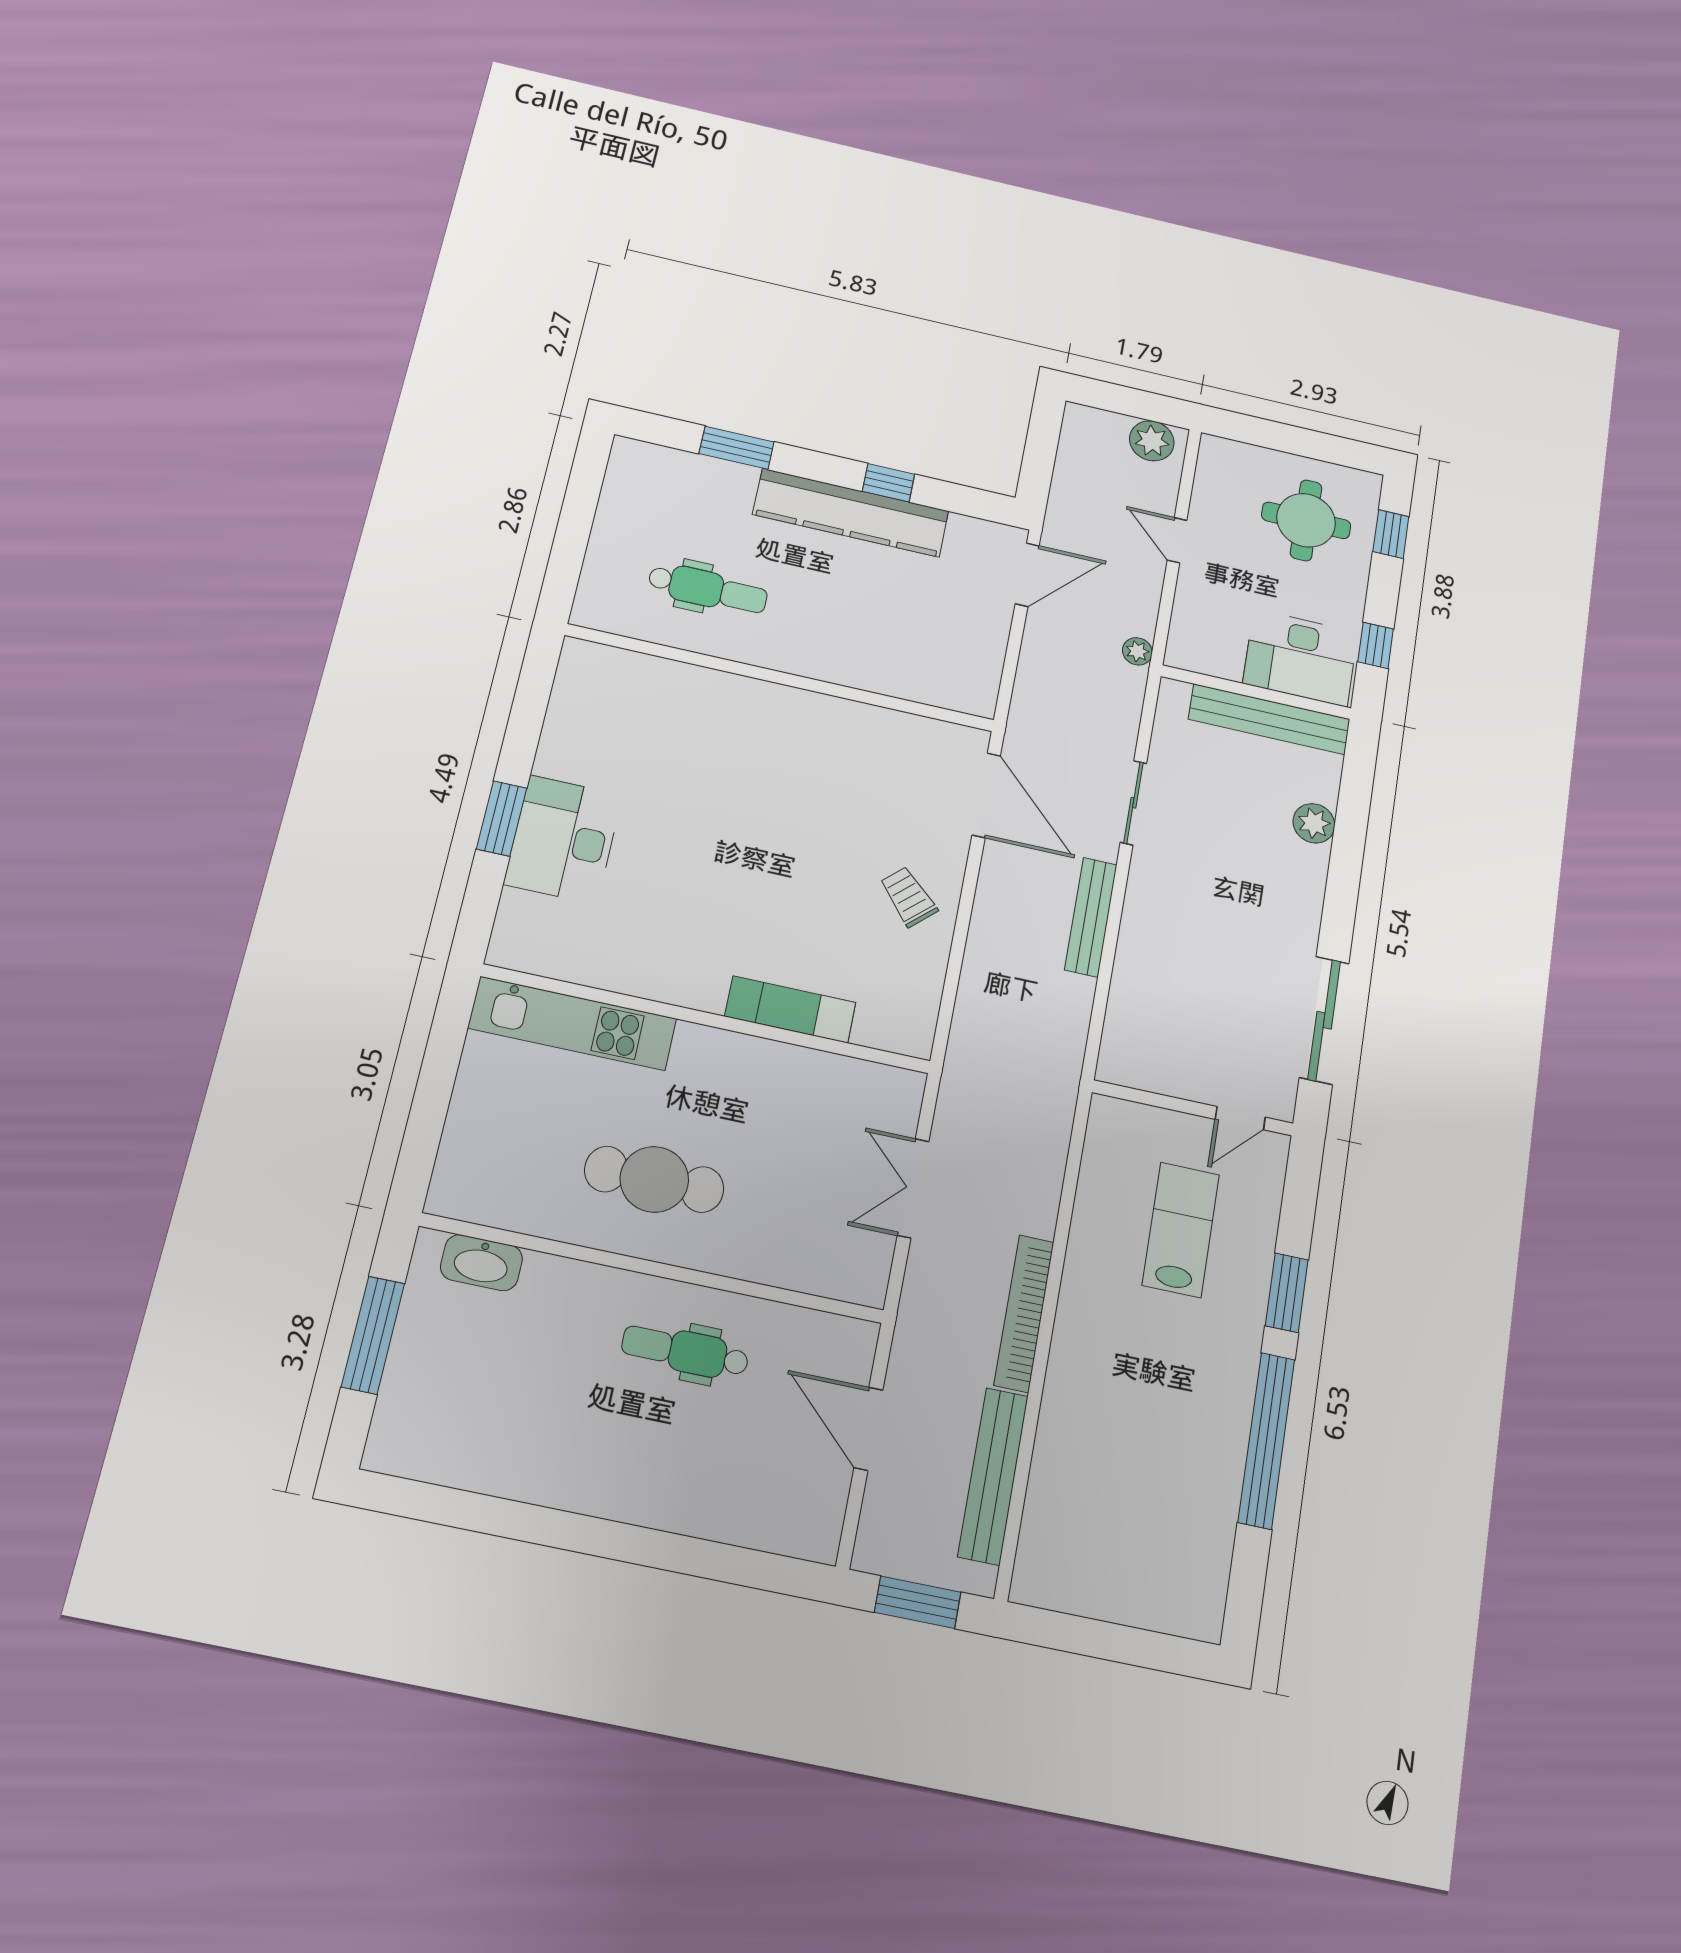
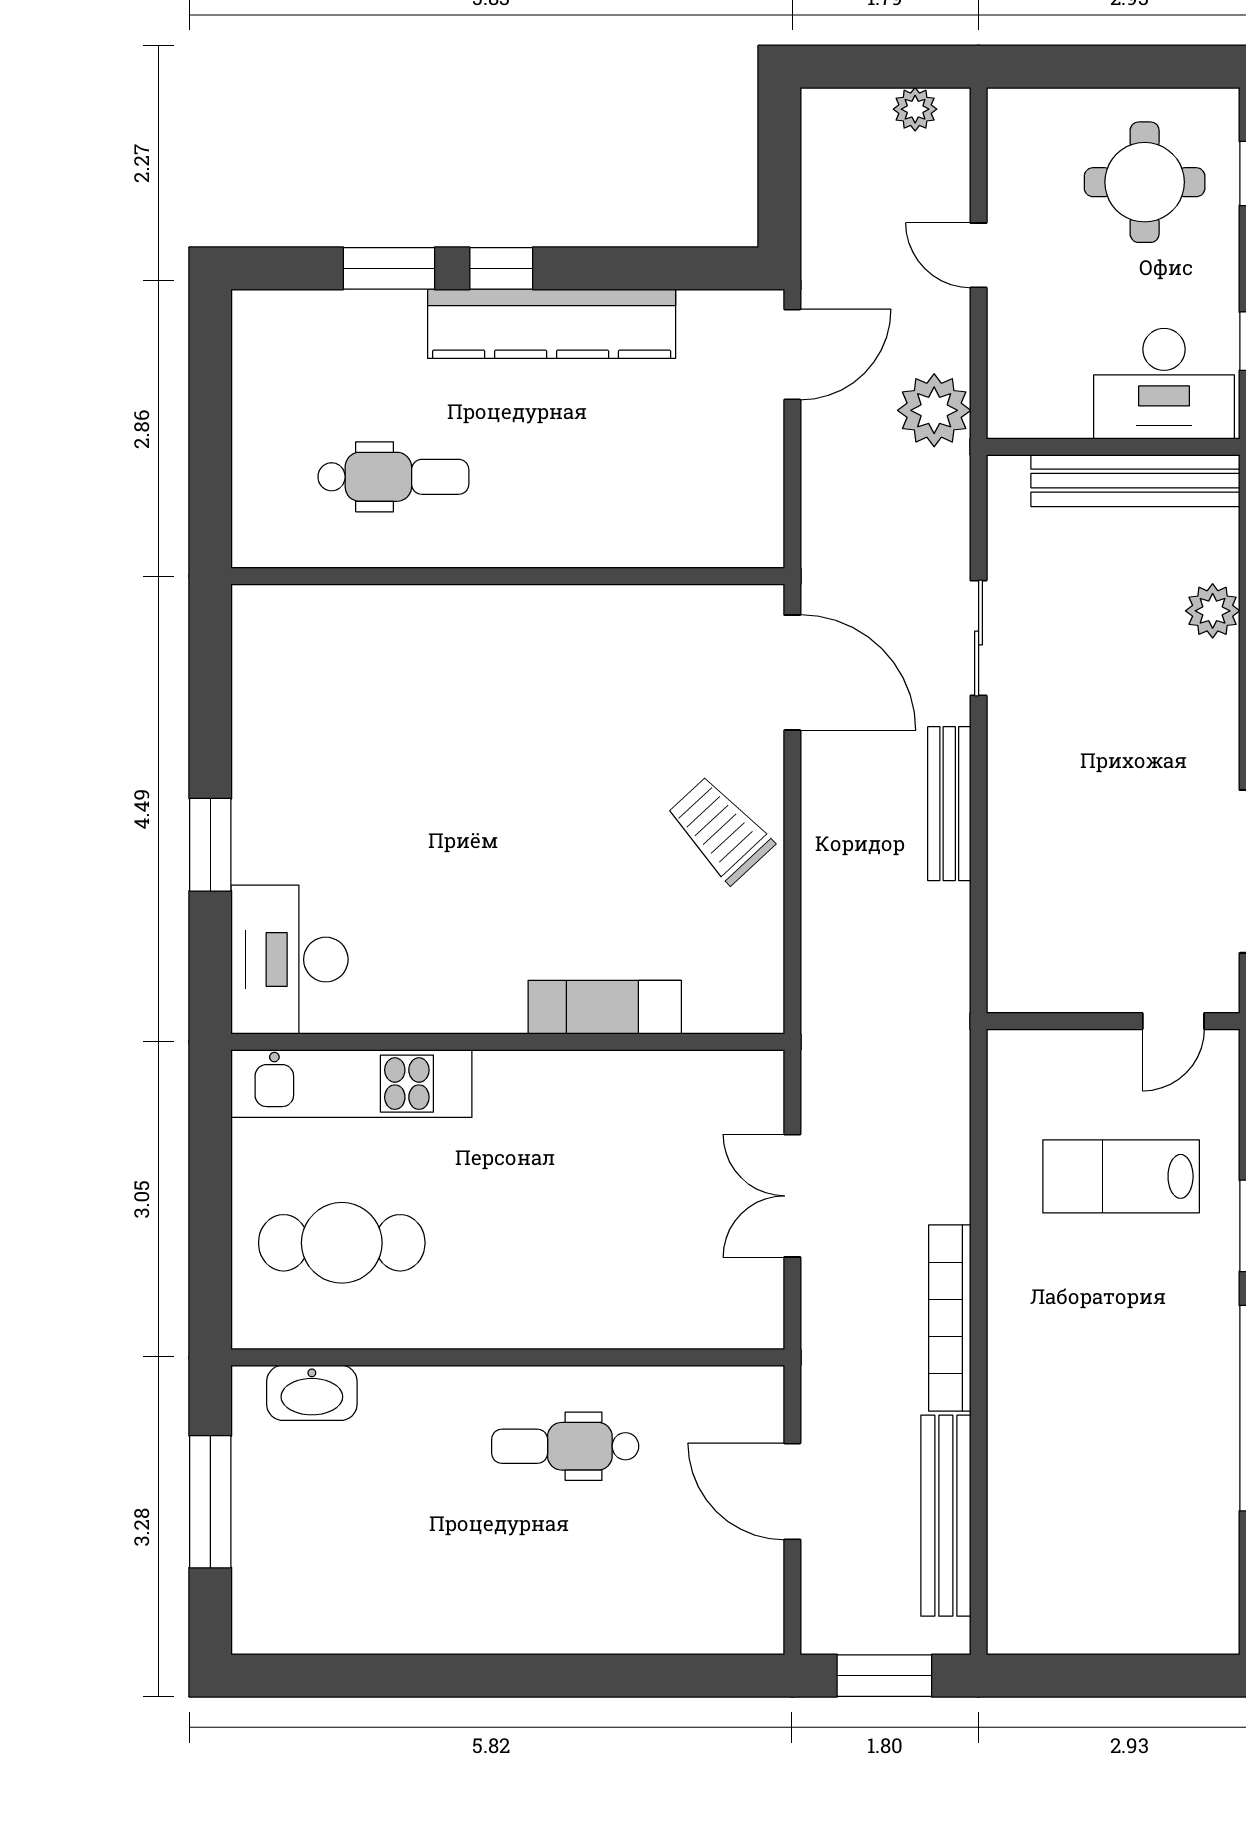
plant: (1152, 441) -> (915, 109), width x0.73, depth x0.73
window: (888, 483) -> (501, 268), moved
plant: (1137, 651) -> (934, 410), width x1.87, depth x1.87
desk: (563, 840) -> (290, 960), moved
trolley: (908, 897) -> (720, 830), width x1.36, depth x1.39
cafe table: (654, 1179) -> (342, 1243), moved
lab bench: (1181, 1230) -> (1121, 1176), turned -90

